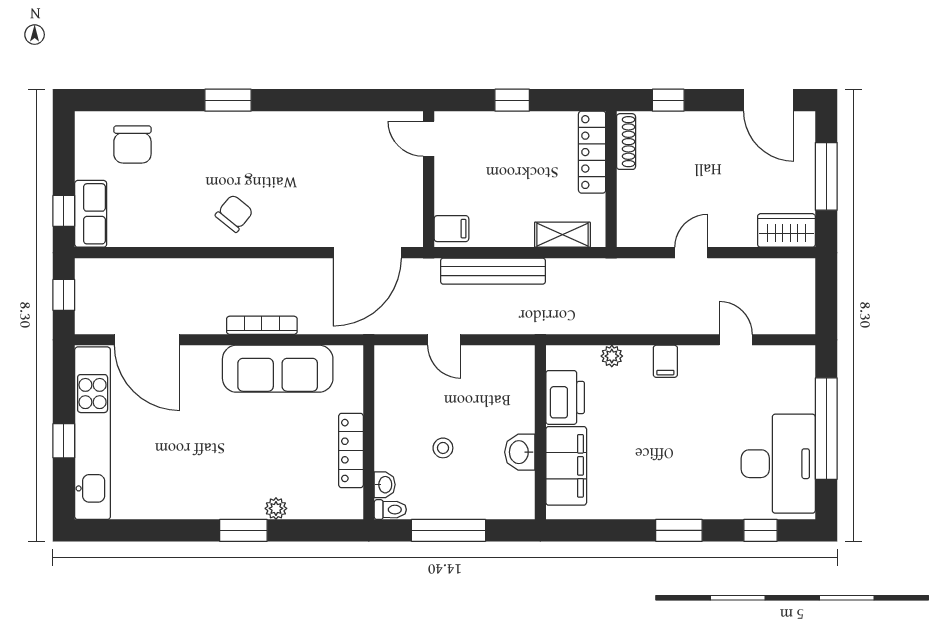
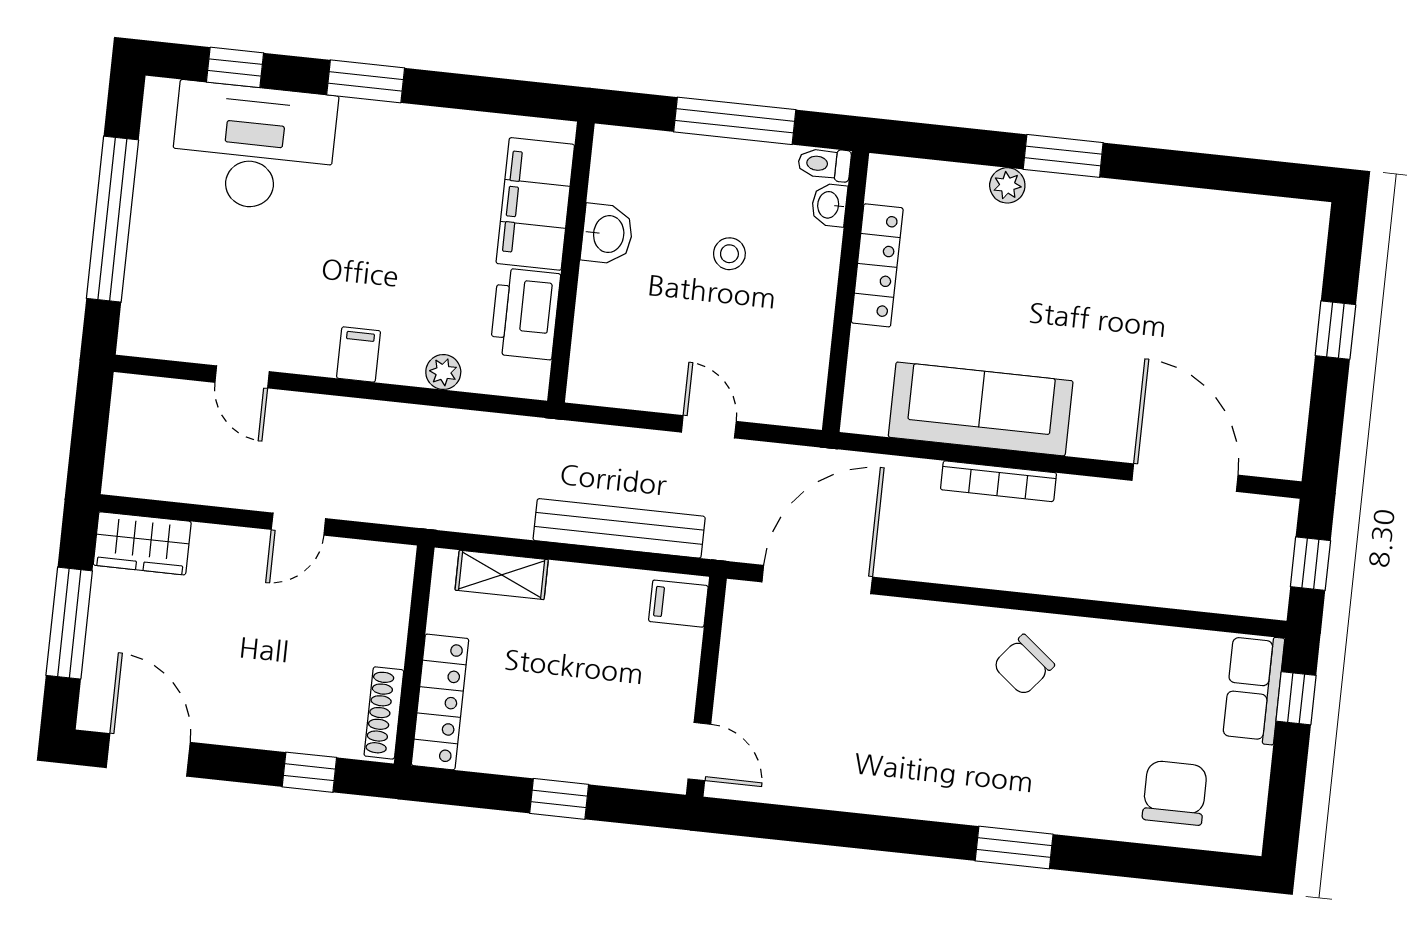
kitchen unit: (93, 433) -> (1288, 337), removed
desk: (778, 464) -> (253, 147), moved, turned 90

